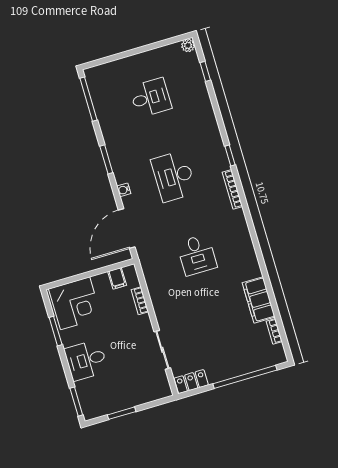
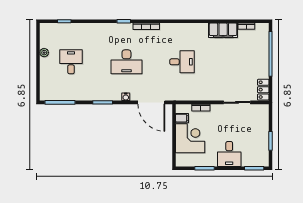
plant: (188, 45) -> (44, 53), moved
corner desk: (75, 303) -> (190, 138), moved

